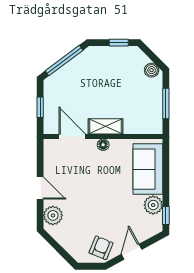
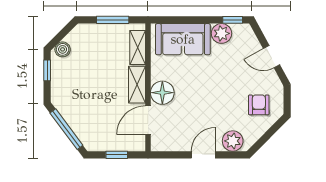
boiler: (152, 70) -> (63, 49), moved
shelving: (140, 127) -> (138, 48), added
floor lamp: (103, 145) -> (162, 93), width x1.89, depth x1.89
armchair: (101, 248) -> (259, 105), moved, turned 68

